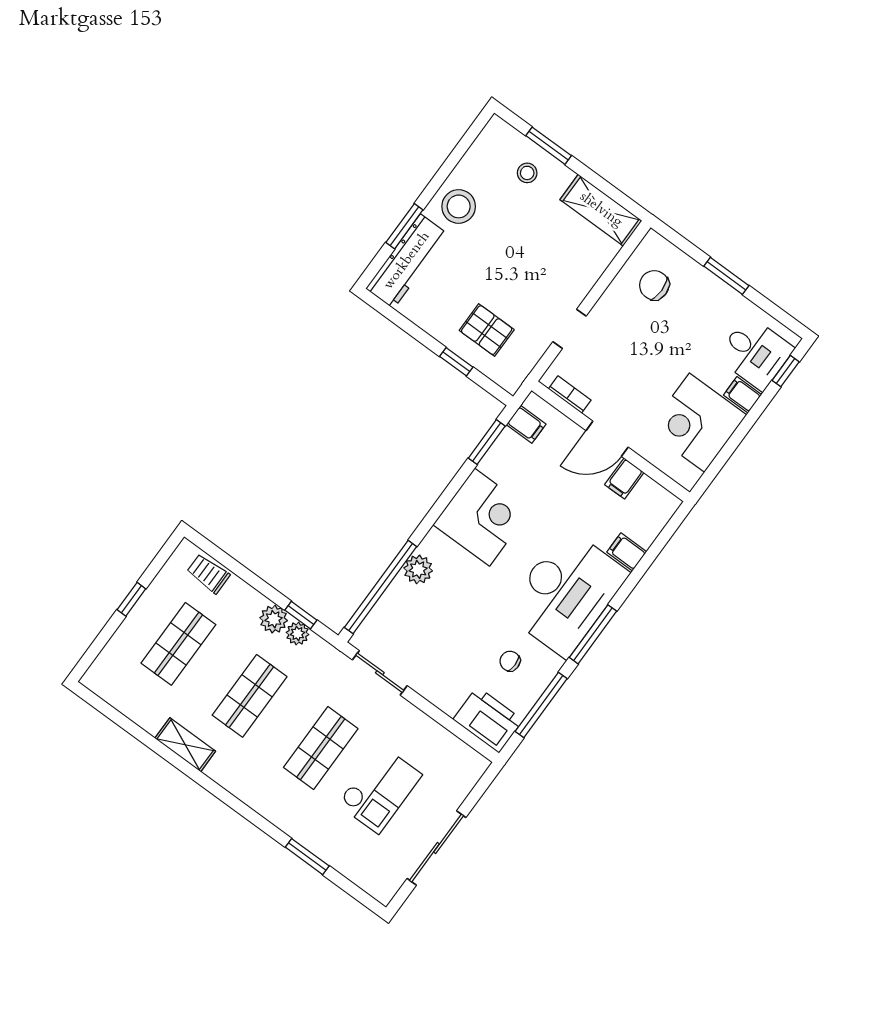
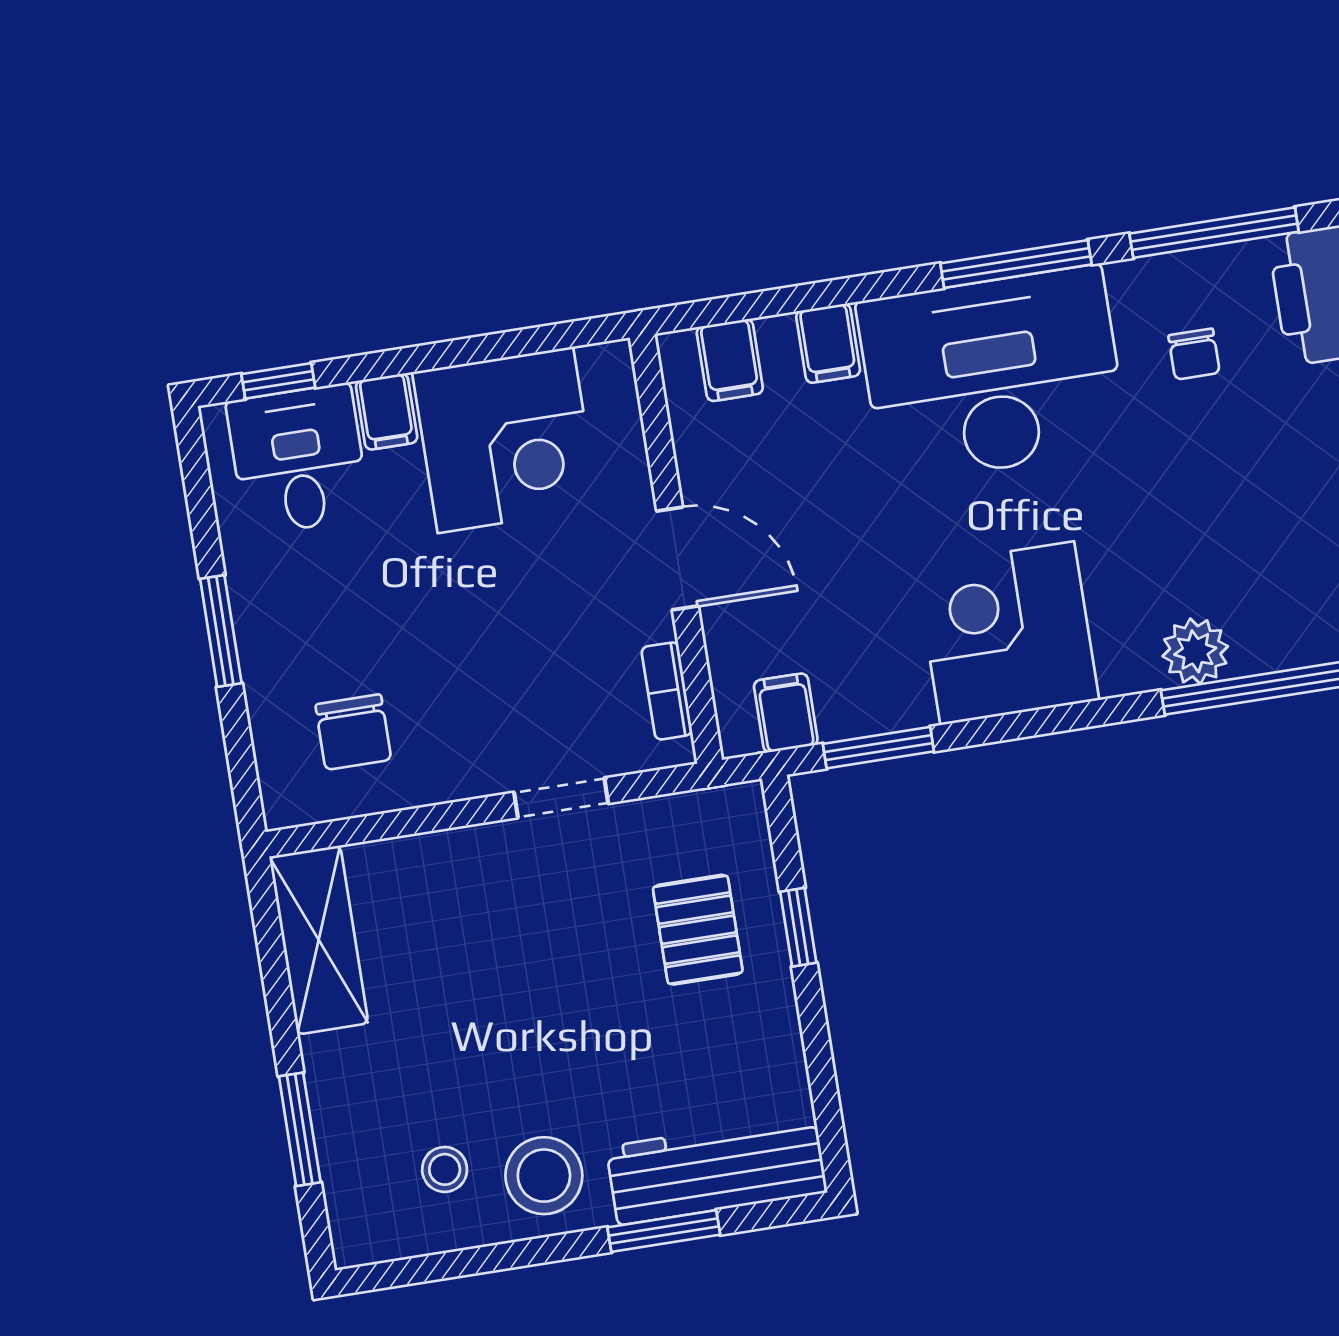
stool: (527, 173) -> (445, 1169), moved
filing cabinet: (624, 479) -> (730, 360), moved, turned 90

